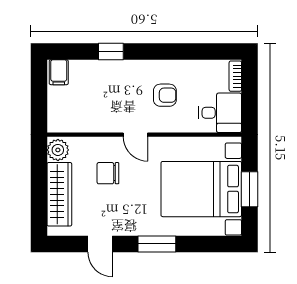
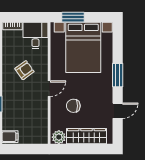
armchair: (165, 95) -> (24, 70), turned 54
chair: (108, 173) -> (73, 106), turned 90
window: (250, 189) -> (73, 17), moved

